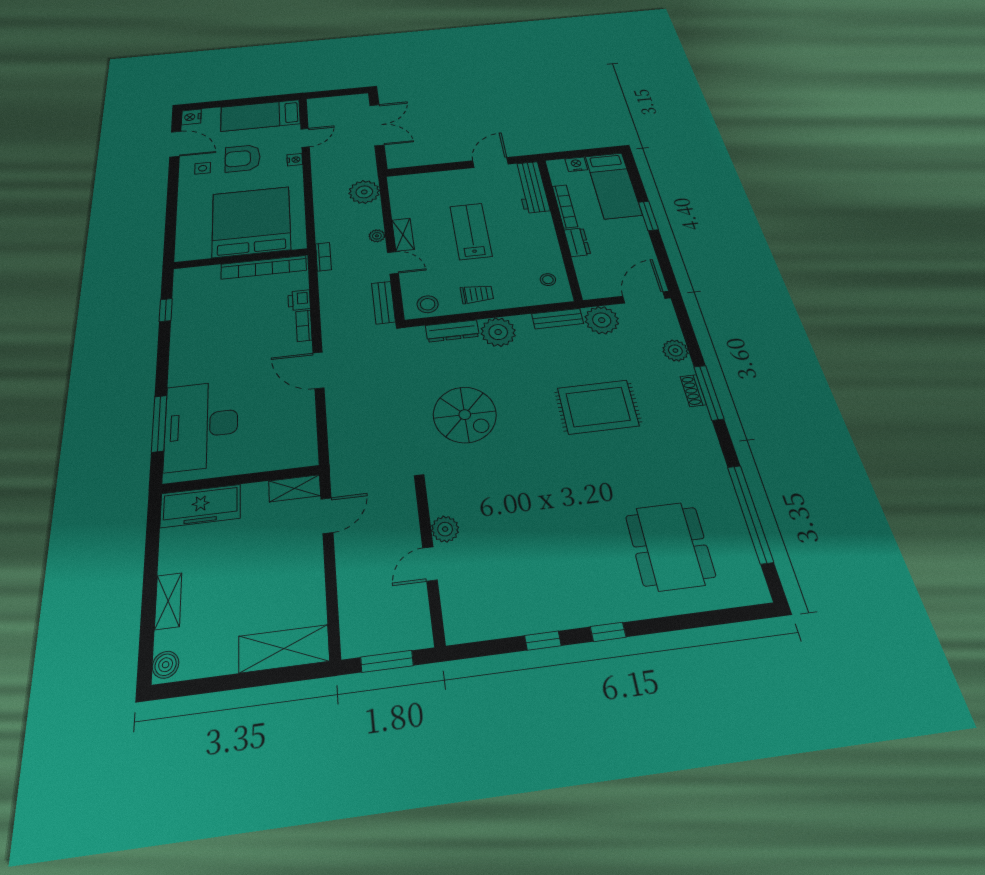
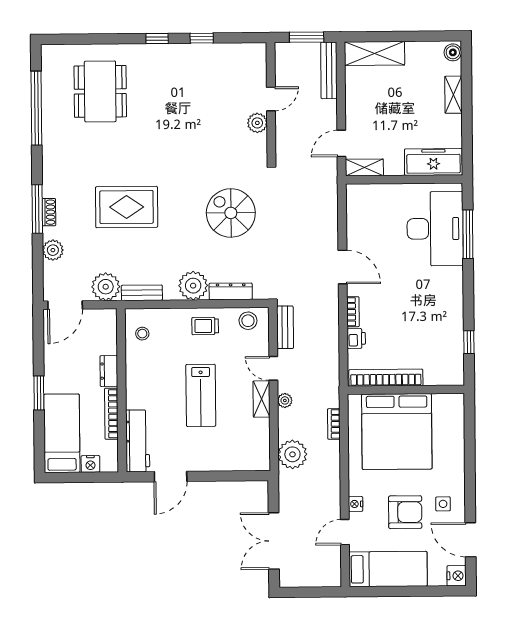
bookcase: (323, 257) -> (334, 424), moved
bench: (350, 615) -> (329, 70), added

